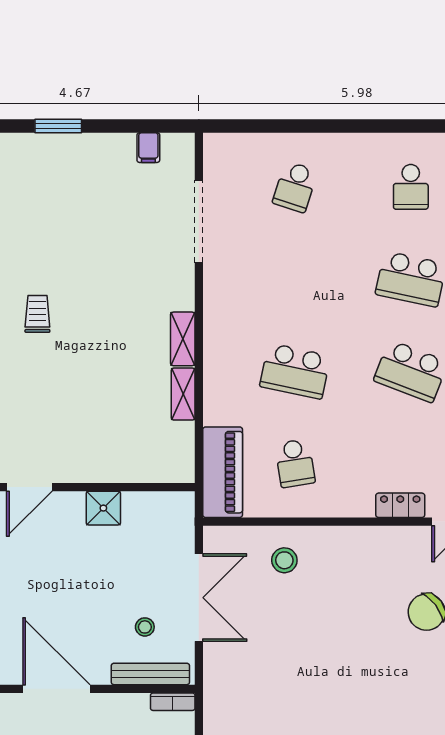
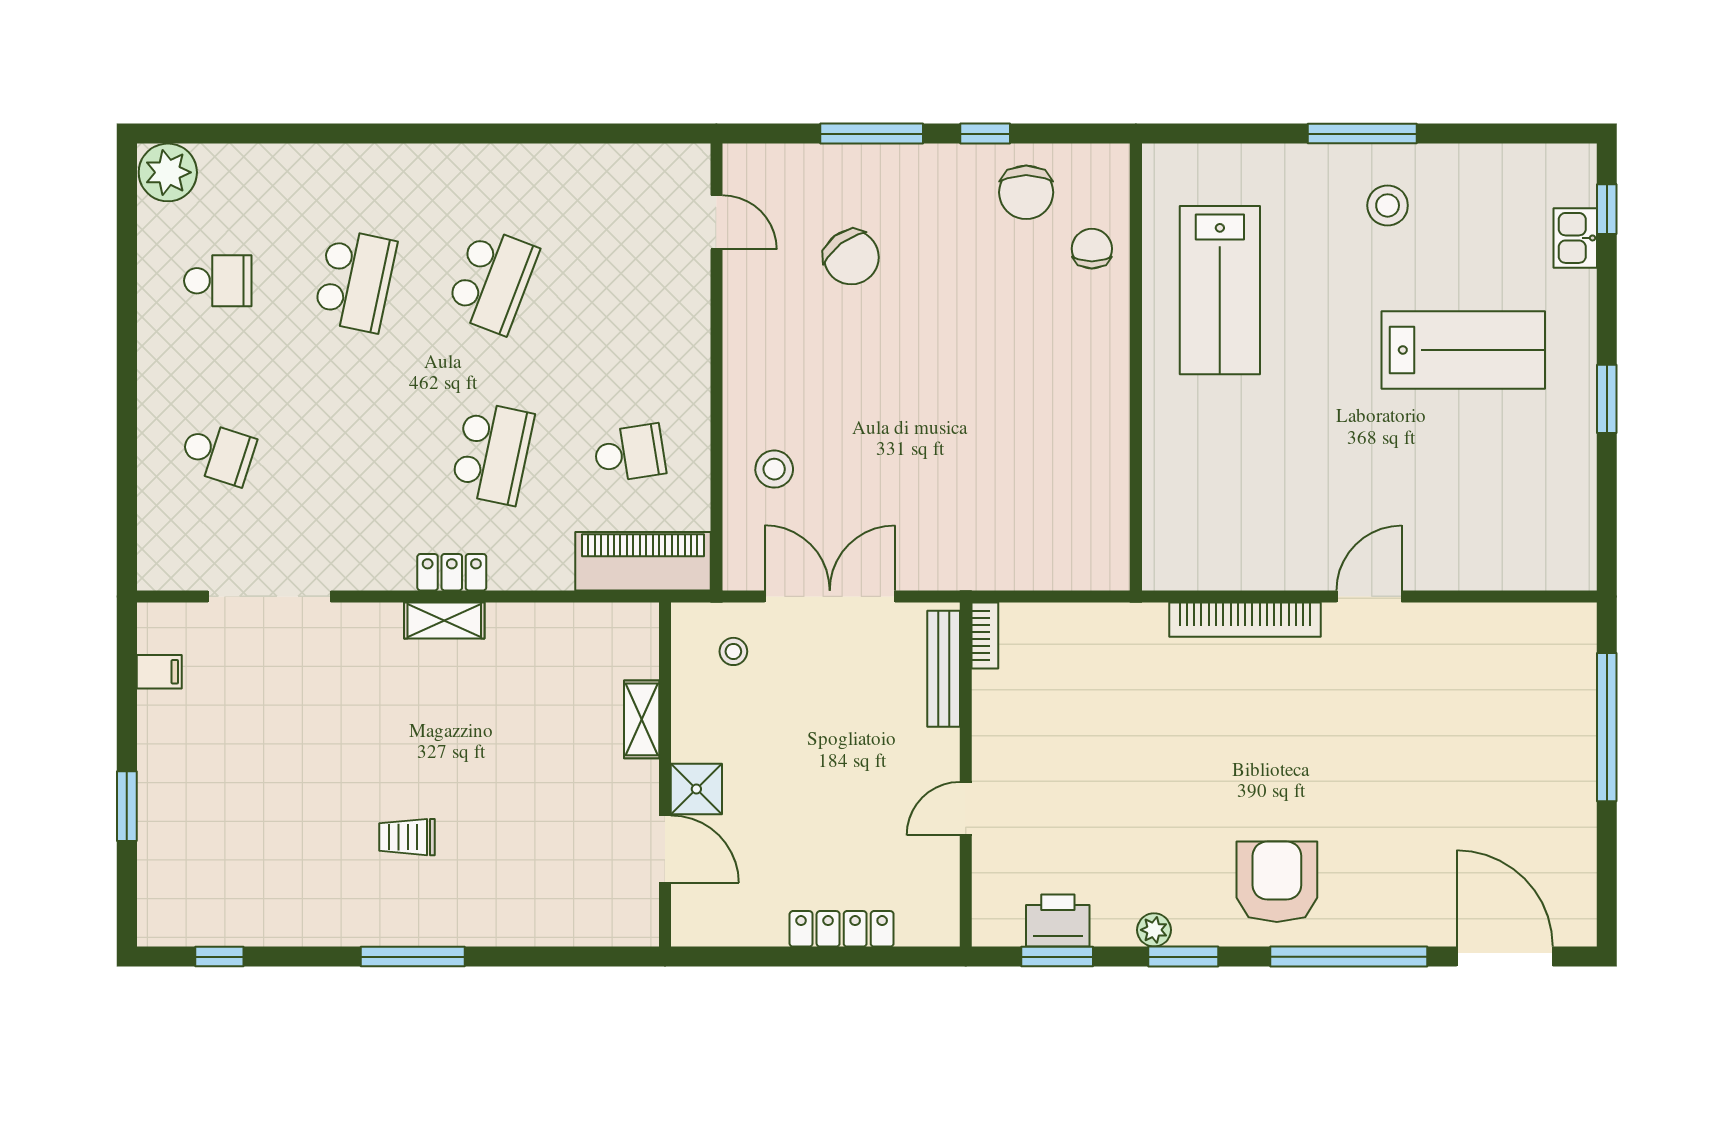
shelving: (183, 394) -> (642, 719), moved, turned 90
locker: (400, 505) -> (452, 572), moved, turned 90
shower: (103, 508) -> (696, 789), moved
stool: (145, 627) -> (733, 651), moved
door: (56, 689) -> (966, 809), width x0.53

